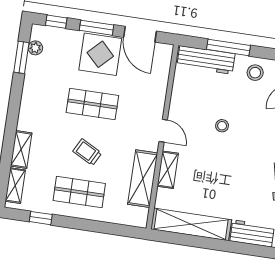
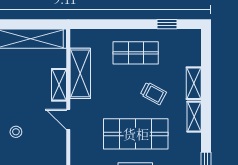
shop shelf: (92, 104) -> (136, 134), width x1.43, depth x1.36
trolley: (87, 152) -> (153, 93), moved
shelving: (15, 186) -> (194, 117), moved

